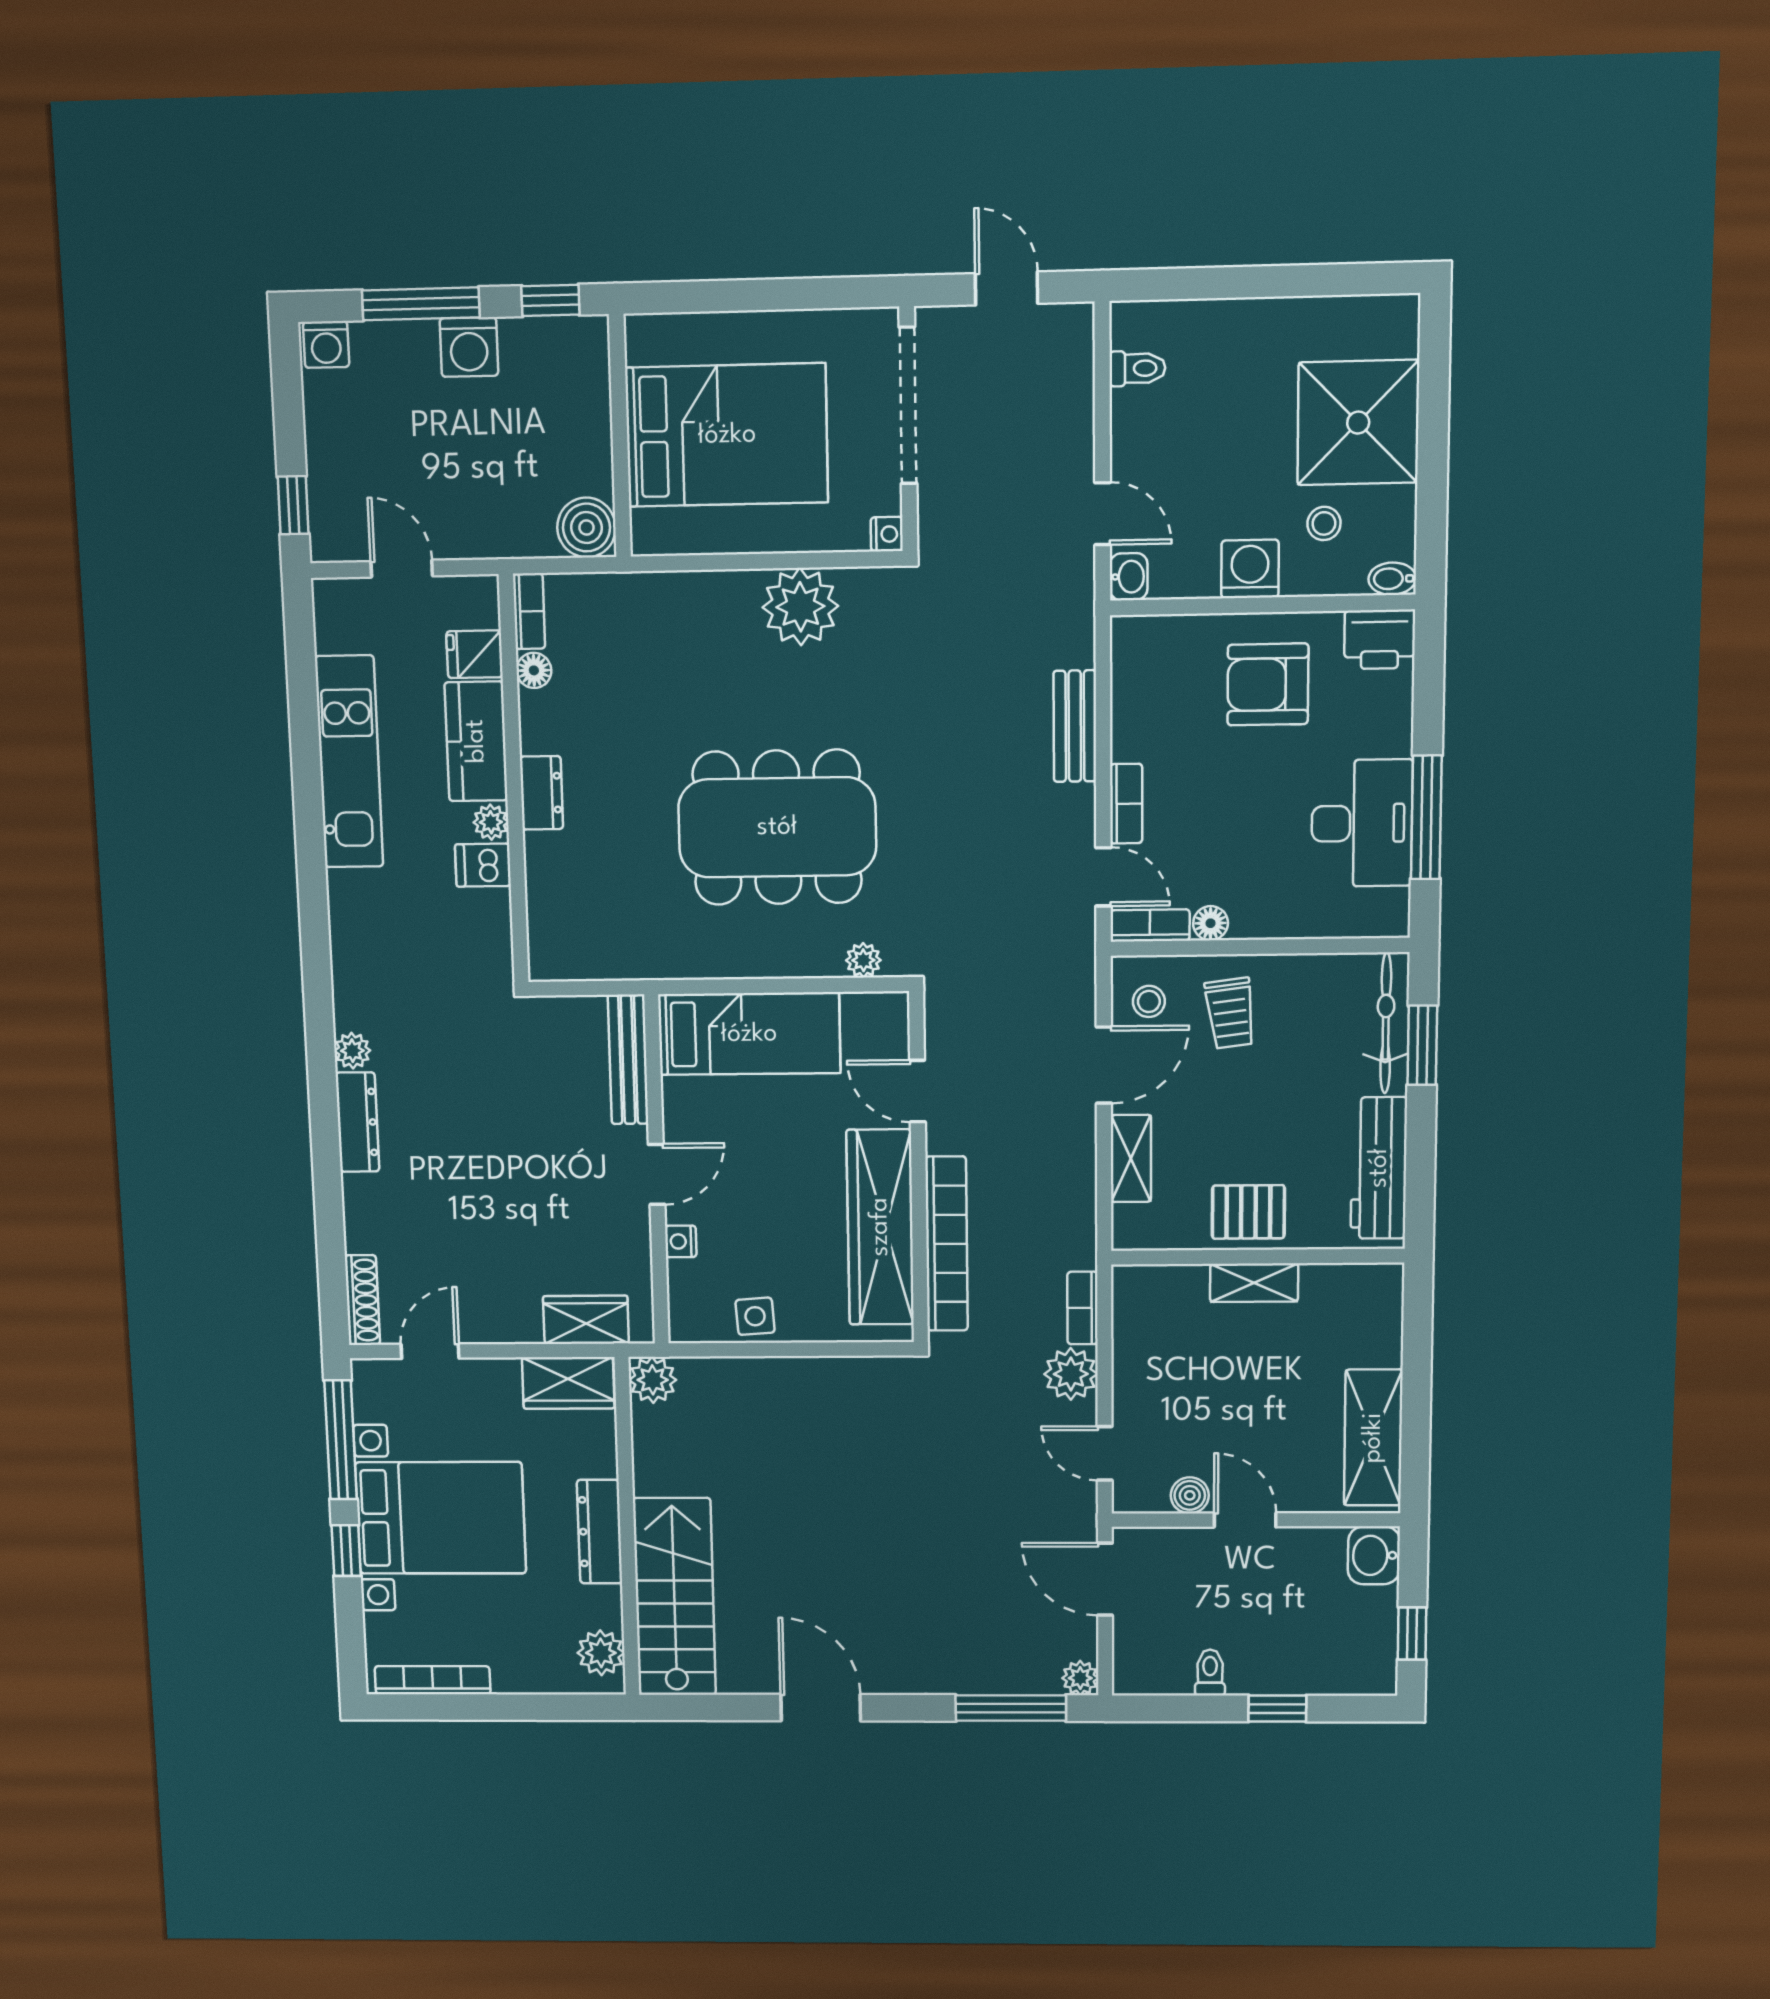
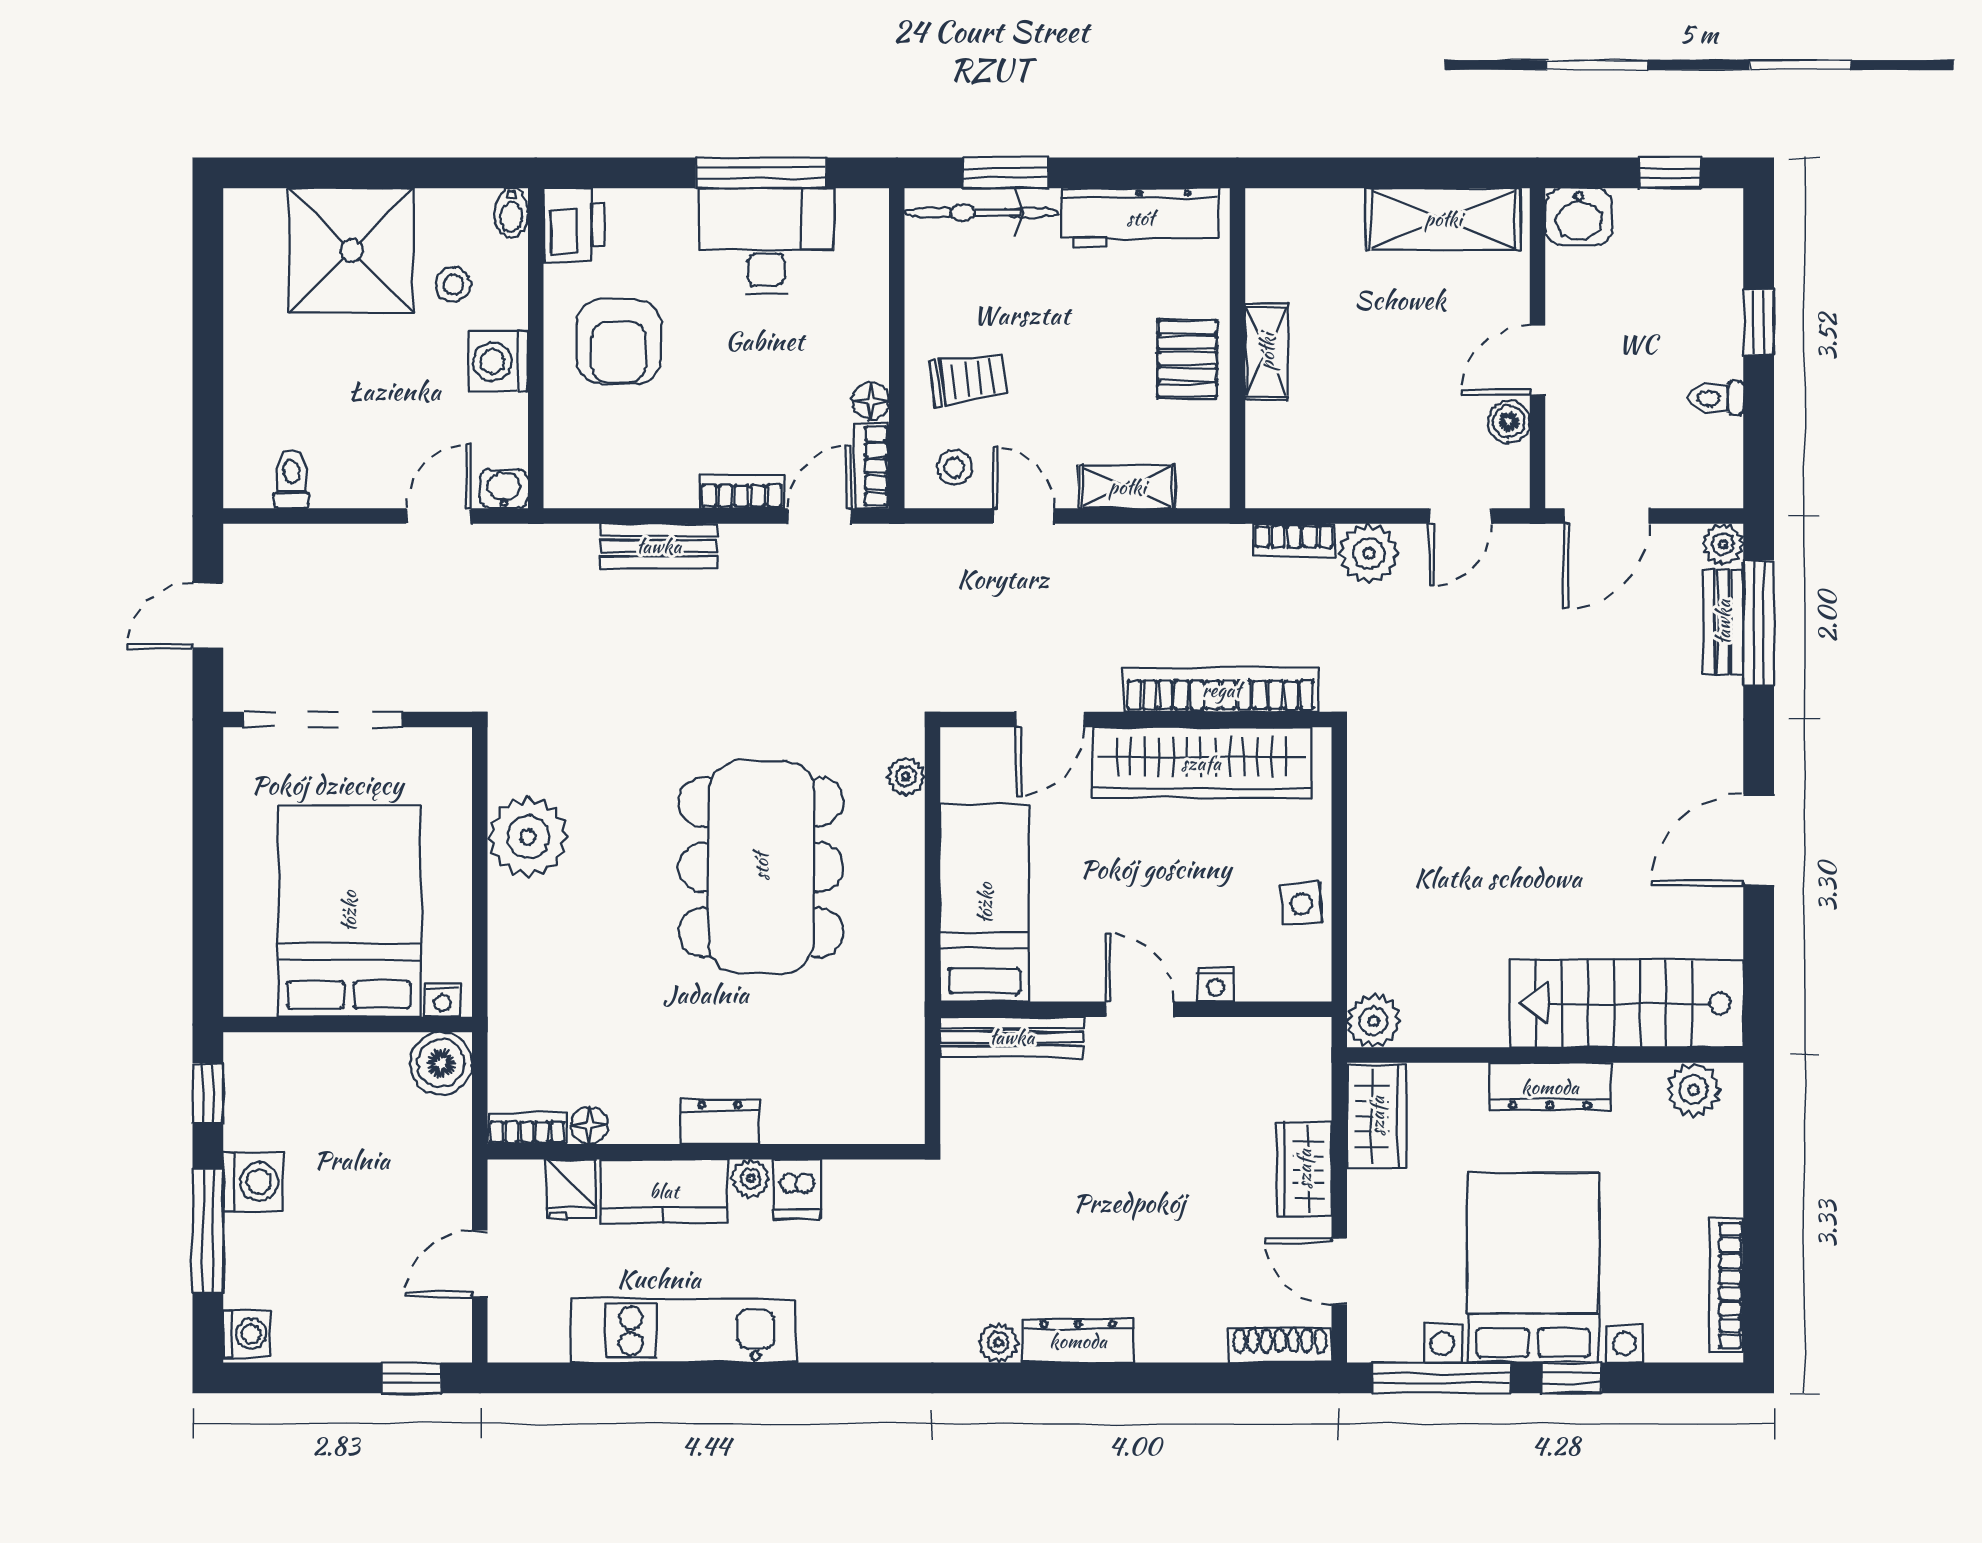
nightstand: (887, 534) -> (442, 1000), moved, turned 180
door: (1104, 1065) -> (1024, 516), width x0.73
wardrobe: (586, 1320) -> (1304, 1169), moved
bench: (1012, 1678) -> (1723, 622), added

